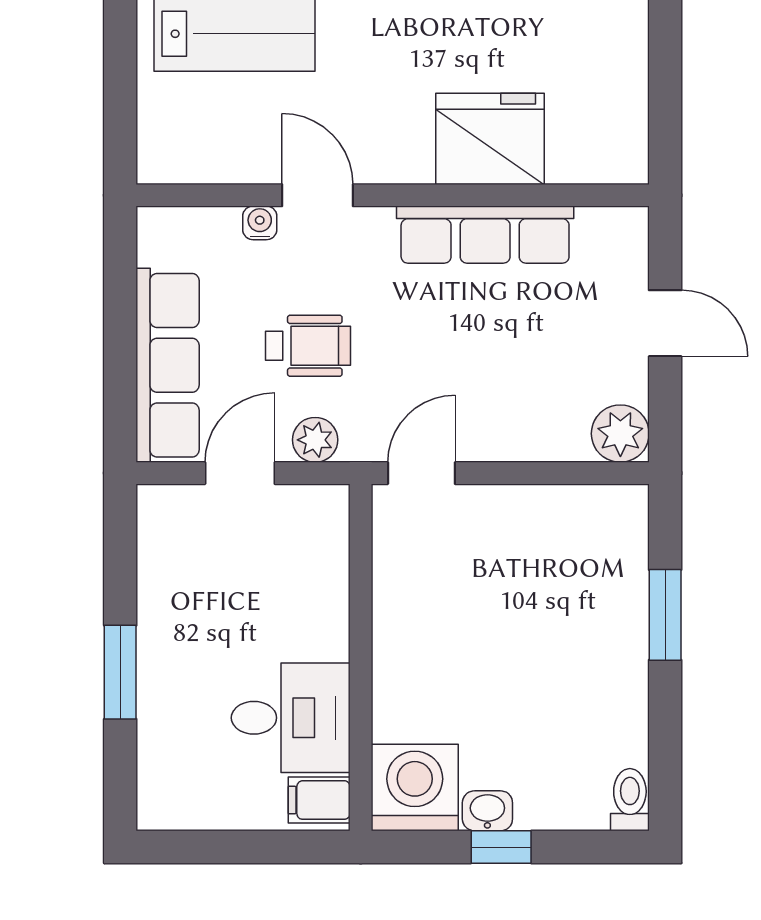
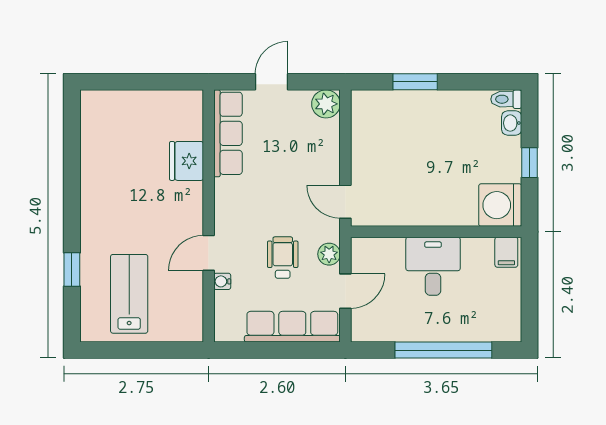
fridge: (490, 139) -> (187, 161), width x0.73, depth x0.75
row of seats: (485, 235) -> (228, 133), moved
door: (240, 473) -> (345, 291), swing flipped
window: (120, 672) -> (443, 350), width x2.11
desk: (291, 718) -> (433, 266), moved
washbasin: (487, 811) -> (512, 123), moved

